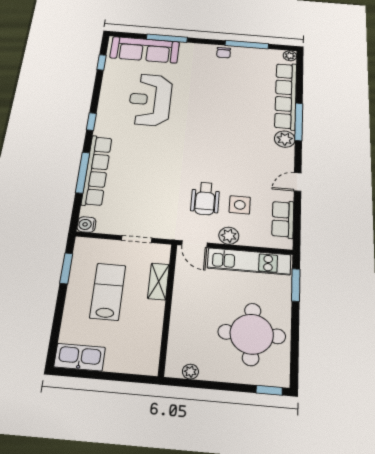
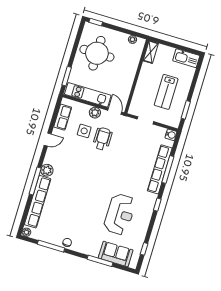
sofa: (145, 50) -> (116, 254), width x0.73
shelving: (159, 281) -> (151, 52), moved

